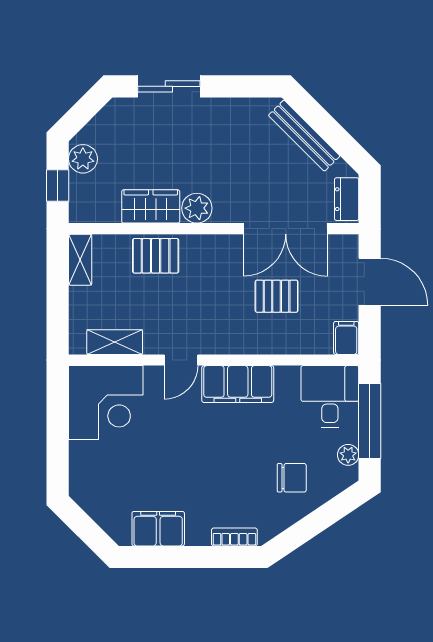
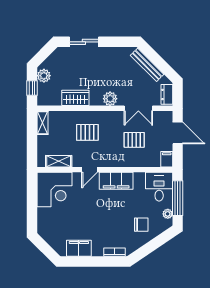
plant: (197, 208) -> (110, 99), moved
double door: (286, 229) -> (138, 108), width x0.73
pallet: (156, 256) -> (87, 132), moved

